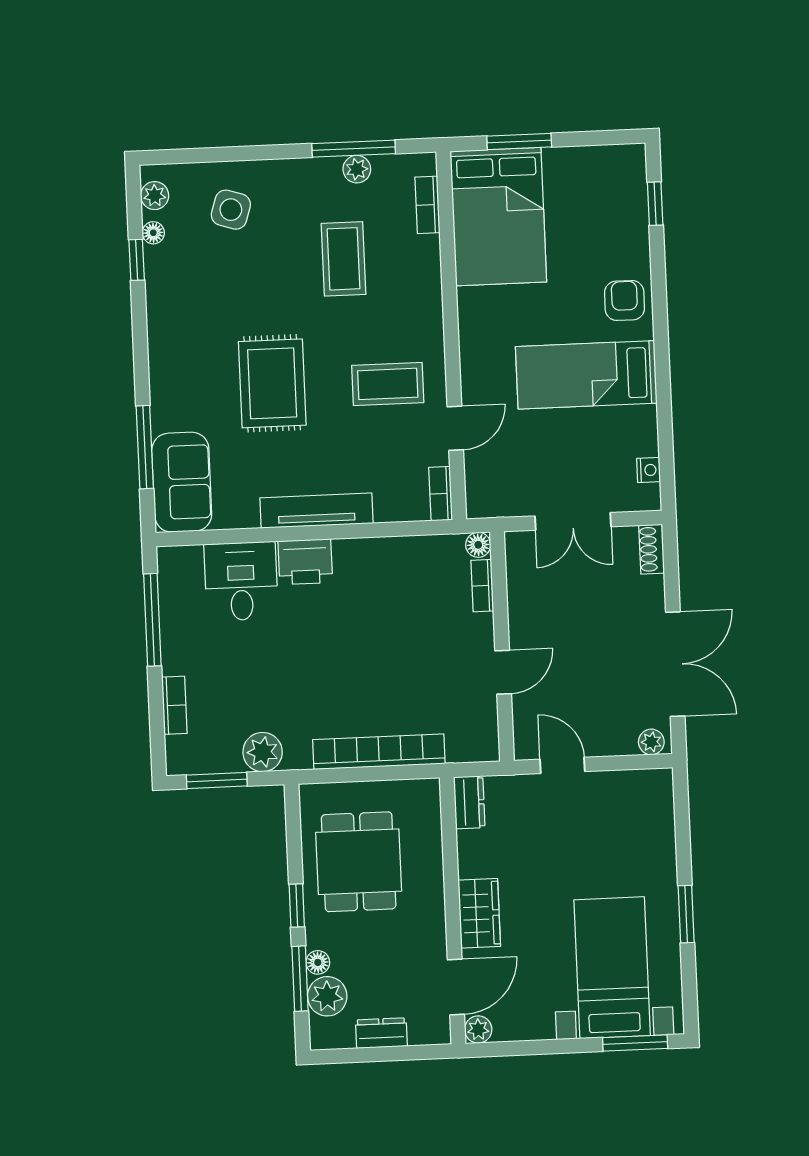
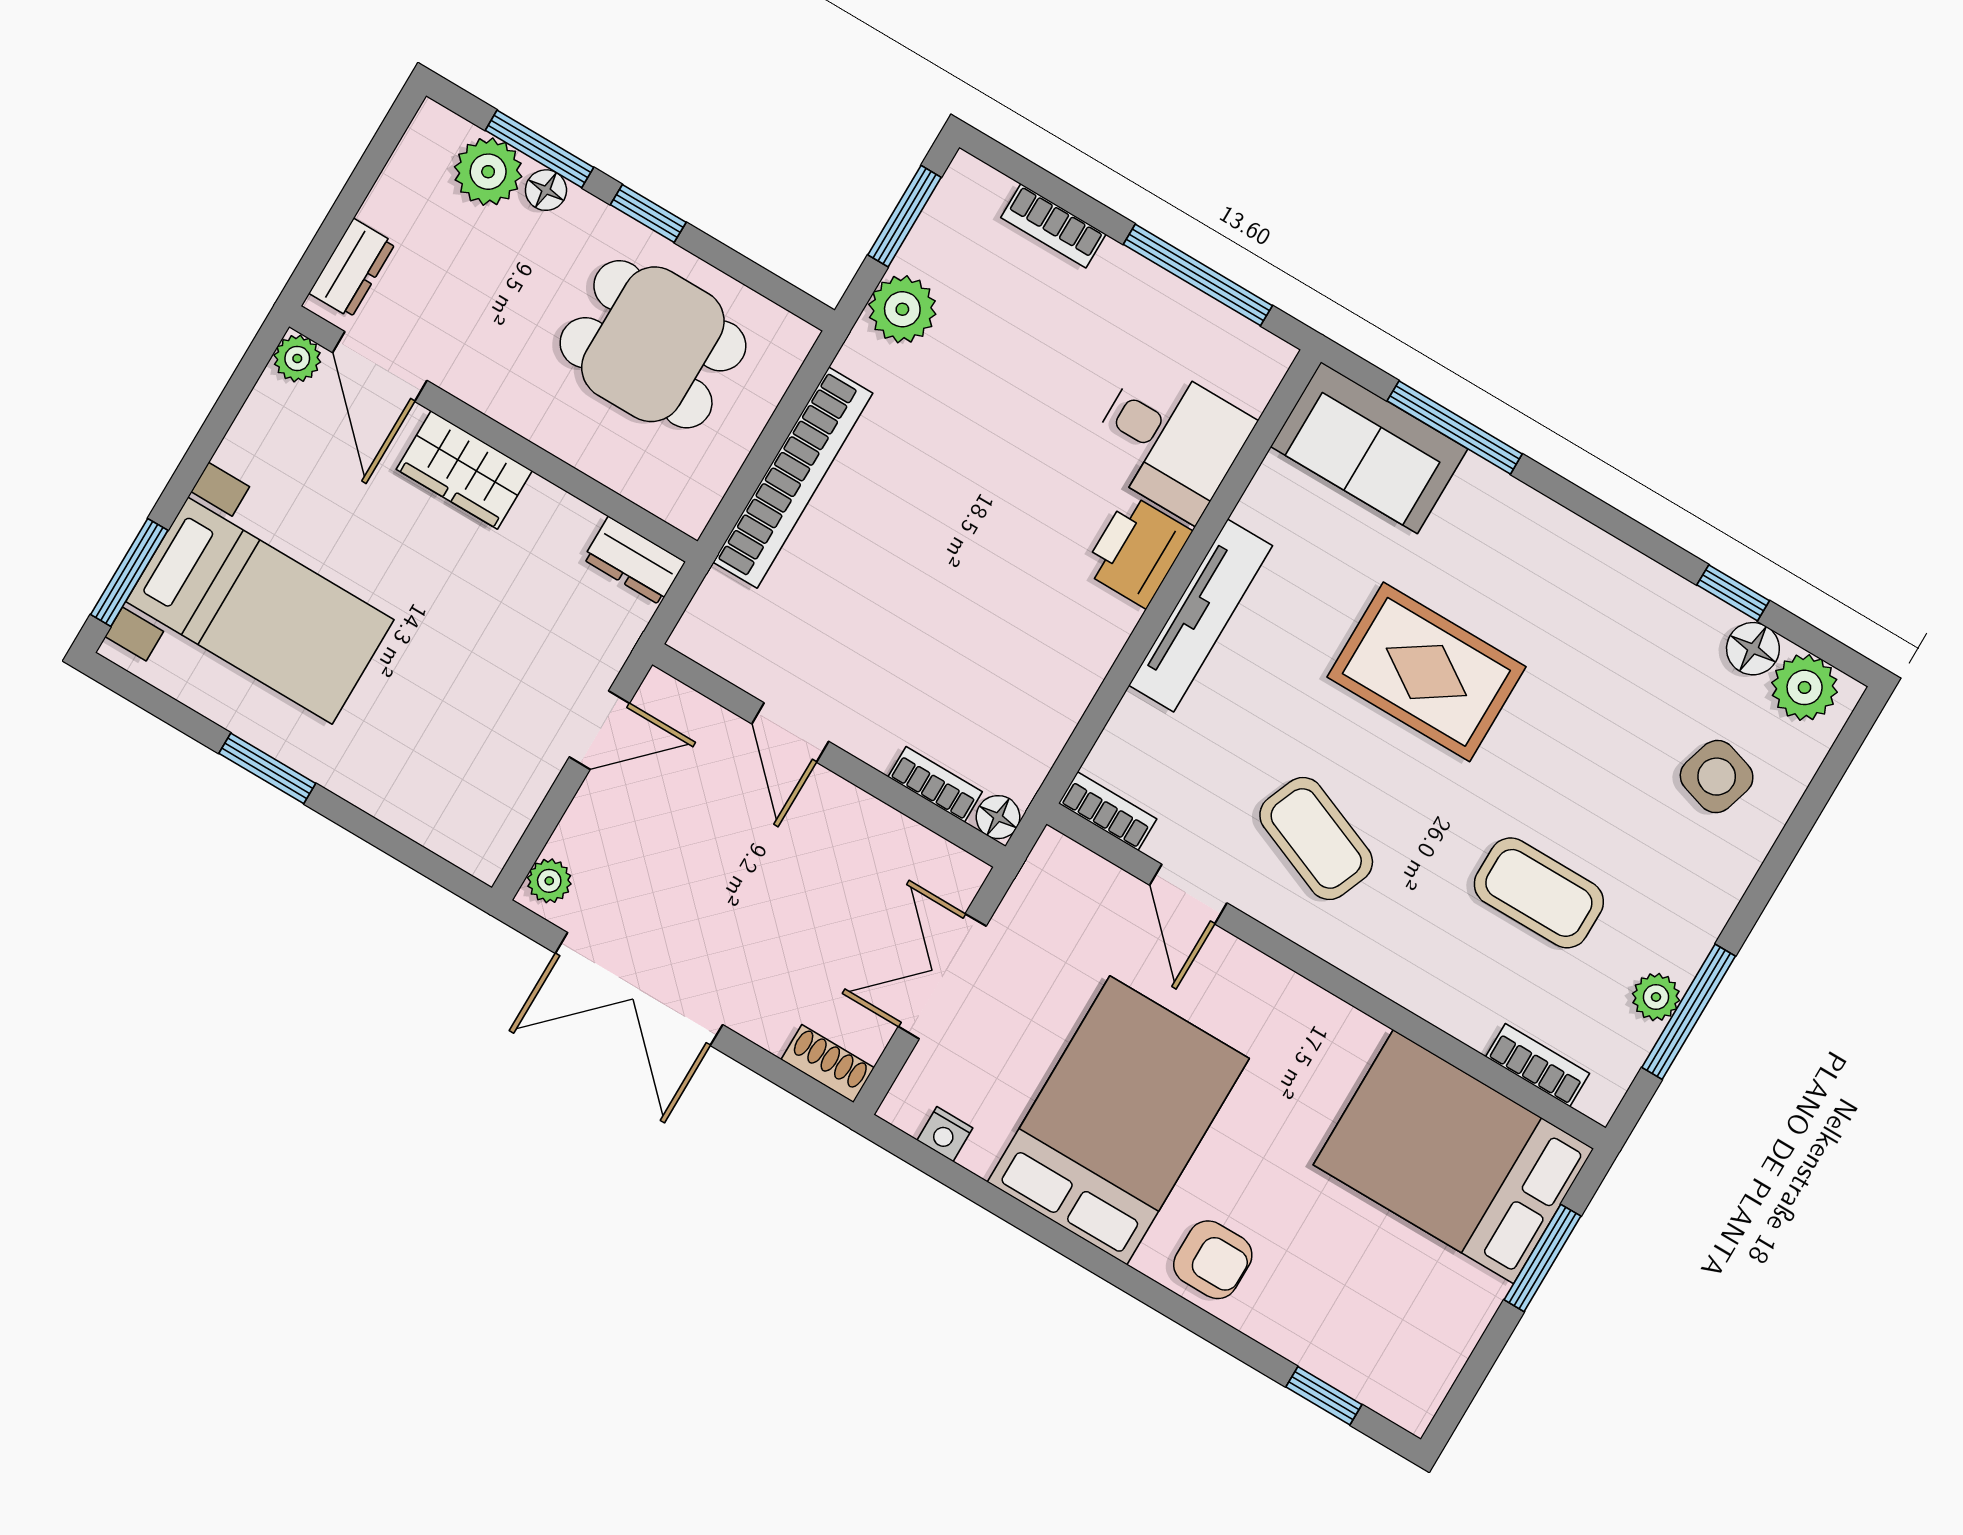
plant: (155, 196) -> (1805, 687), width x1.38, depth x1.38
floor lamp: (153, 233) -> (1753, 649), width x1.37, depth x1.37
bed: (586, 375) -> (1118, 1120), width x1.50
coffee table: (388, 384) -> (1316, 838), turned -68
dresser: (381, 1033) -> (352, 268), moved

